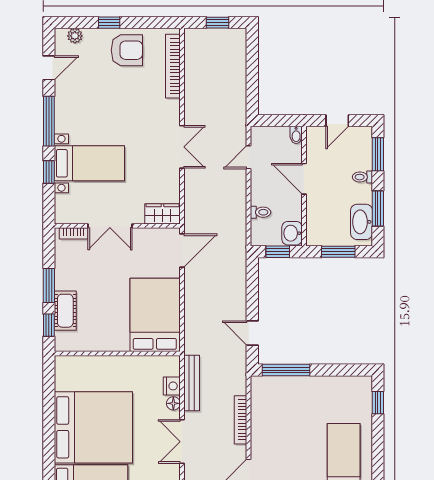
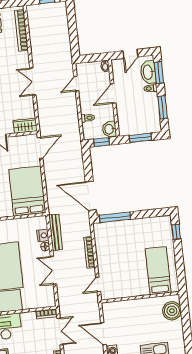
double door: (182, 147) -> (33, 82), swing flipped
door: (304, 179) -> (113, 93), hinge flipped
washbasin: (362, 222) -> (148, 72), moved
door: (252, 333) -> (91, 196), width x1.87

